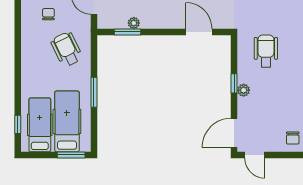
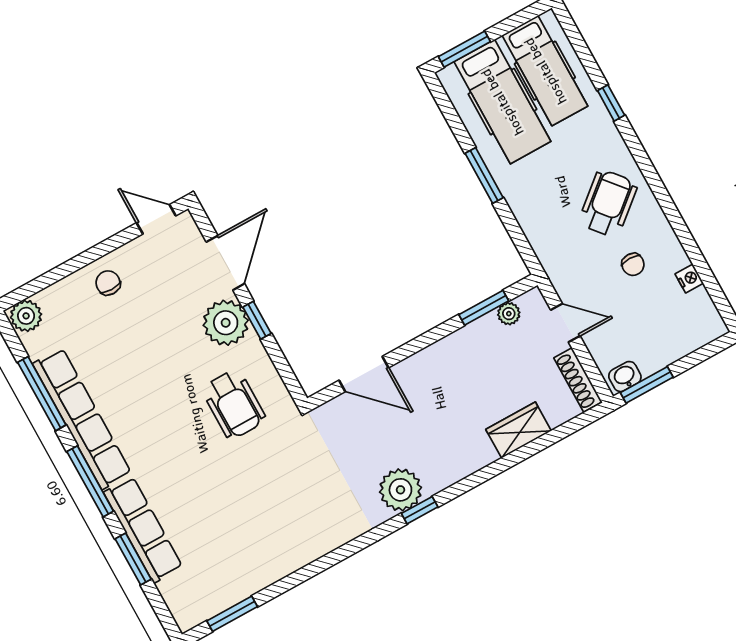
plant: (134, 23) -> (509, 314), moved
wheelchair: (67, 49) -> (608, 203), moved, turned -104
plant: (244, 90) -> (226, 323), width x1.88, depth x1.88
window: (18, 124) -> (611, 103), moved
door: (234, 133) -> (225, 263), moved

